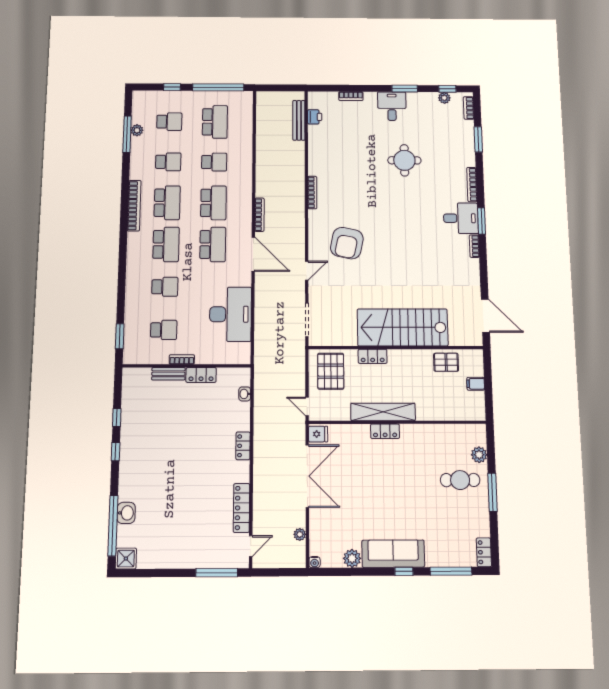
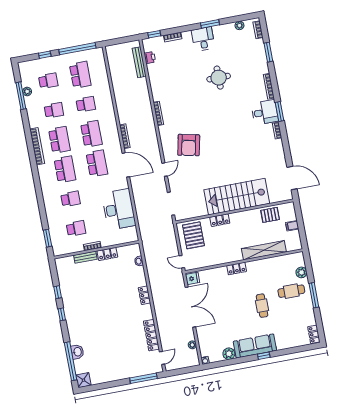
window: (447, 89) -> (154, 34), moved
shelving: (383, 412) -> (264, 250), moved
cafe table: (414, 494) -> (262, 306), added
window: (451, 571) -> (294, 350), removed

